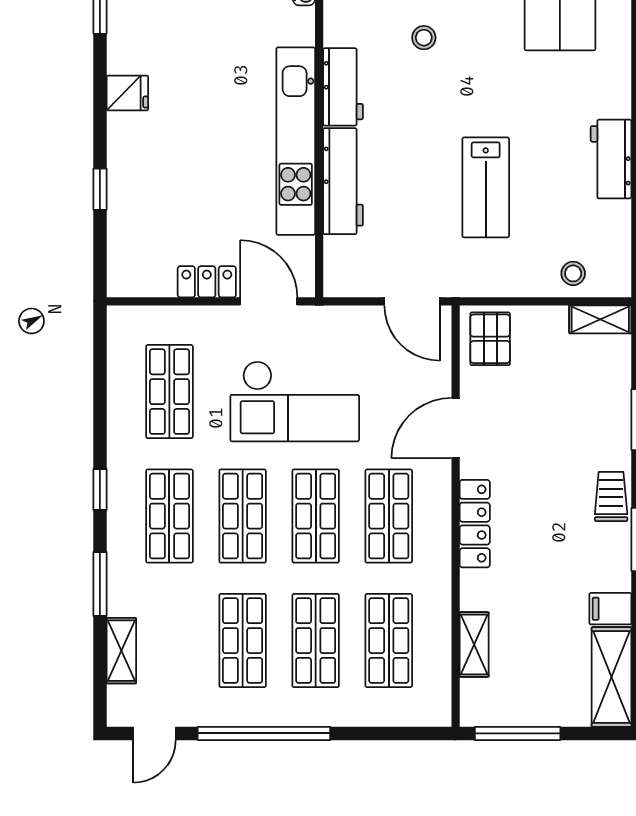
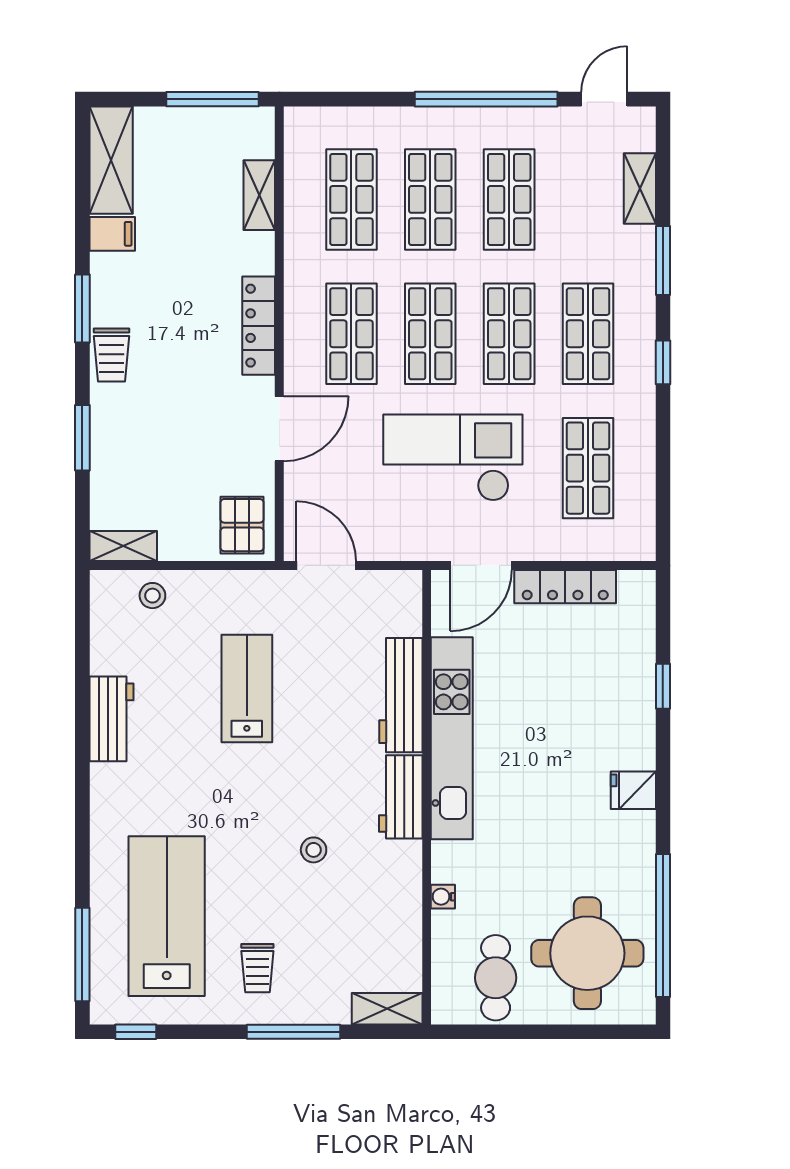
locker: (207, 282) -> (565, 587), width x1.53
door: (269, 301) -> (481, 565), hinge flipped

